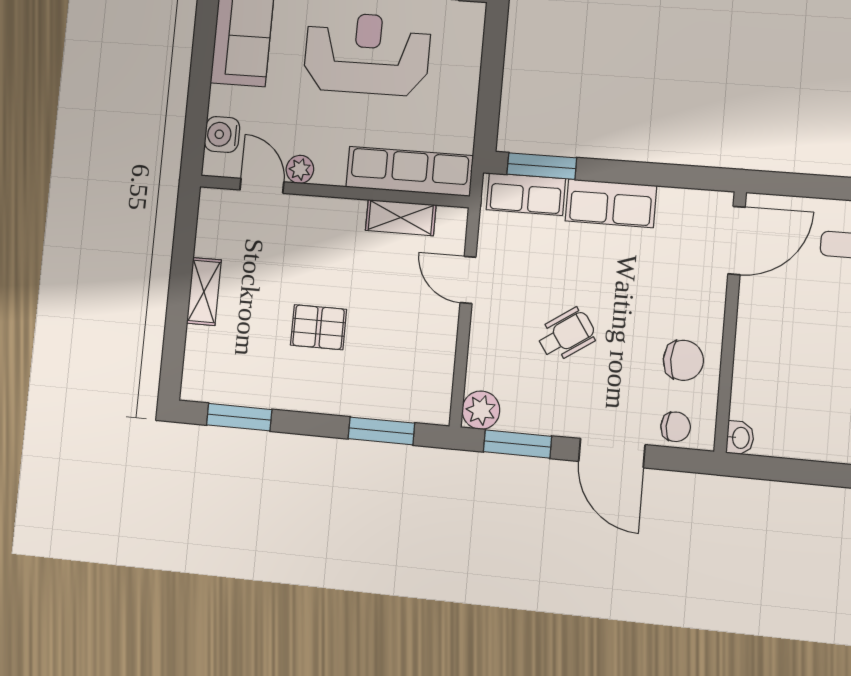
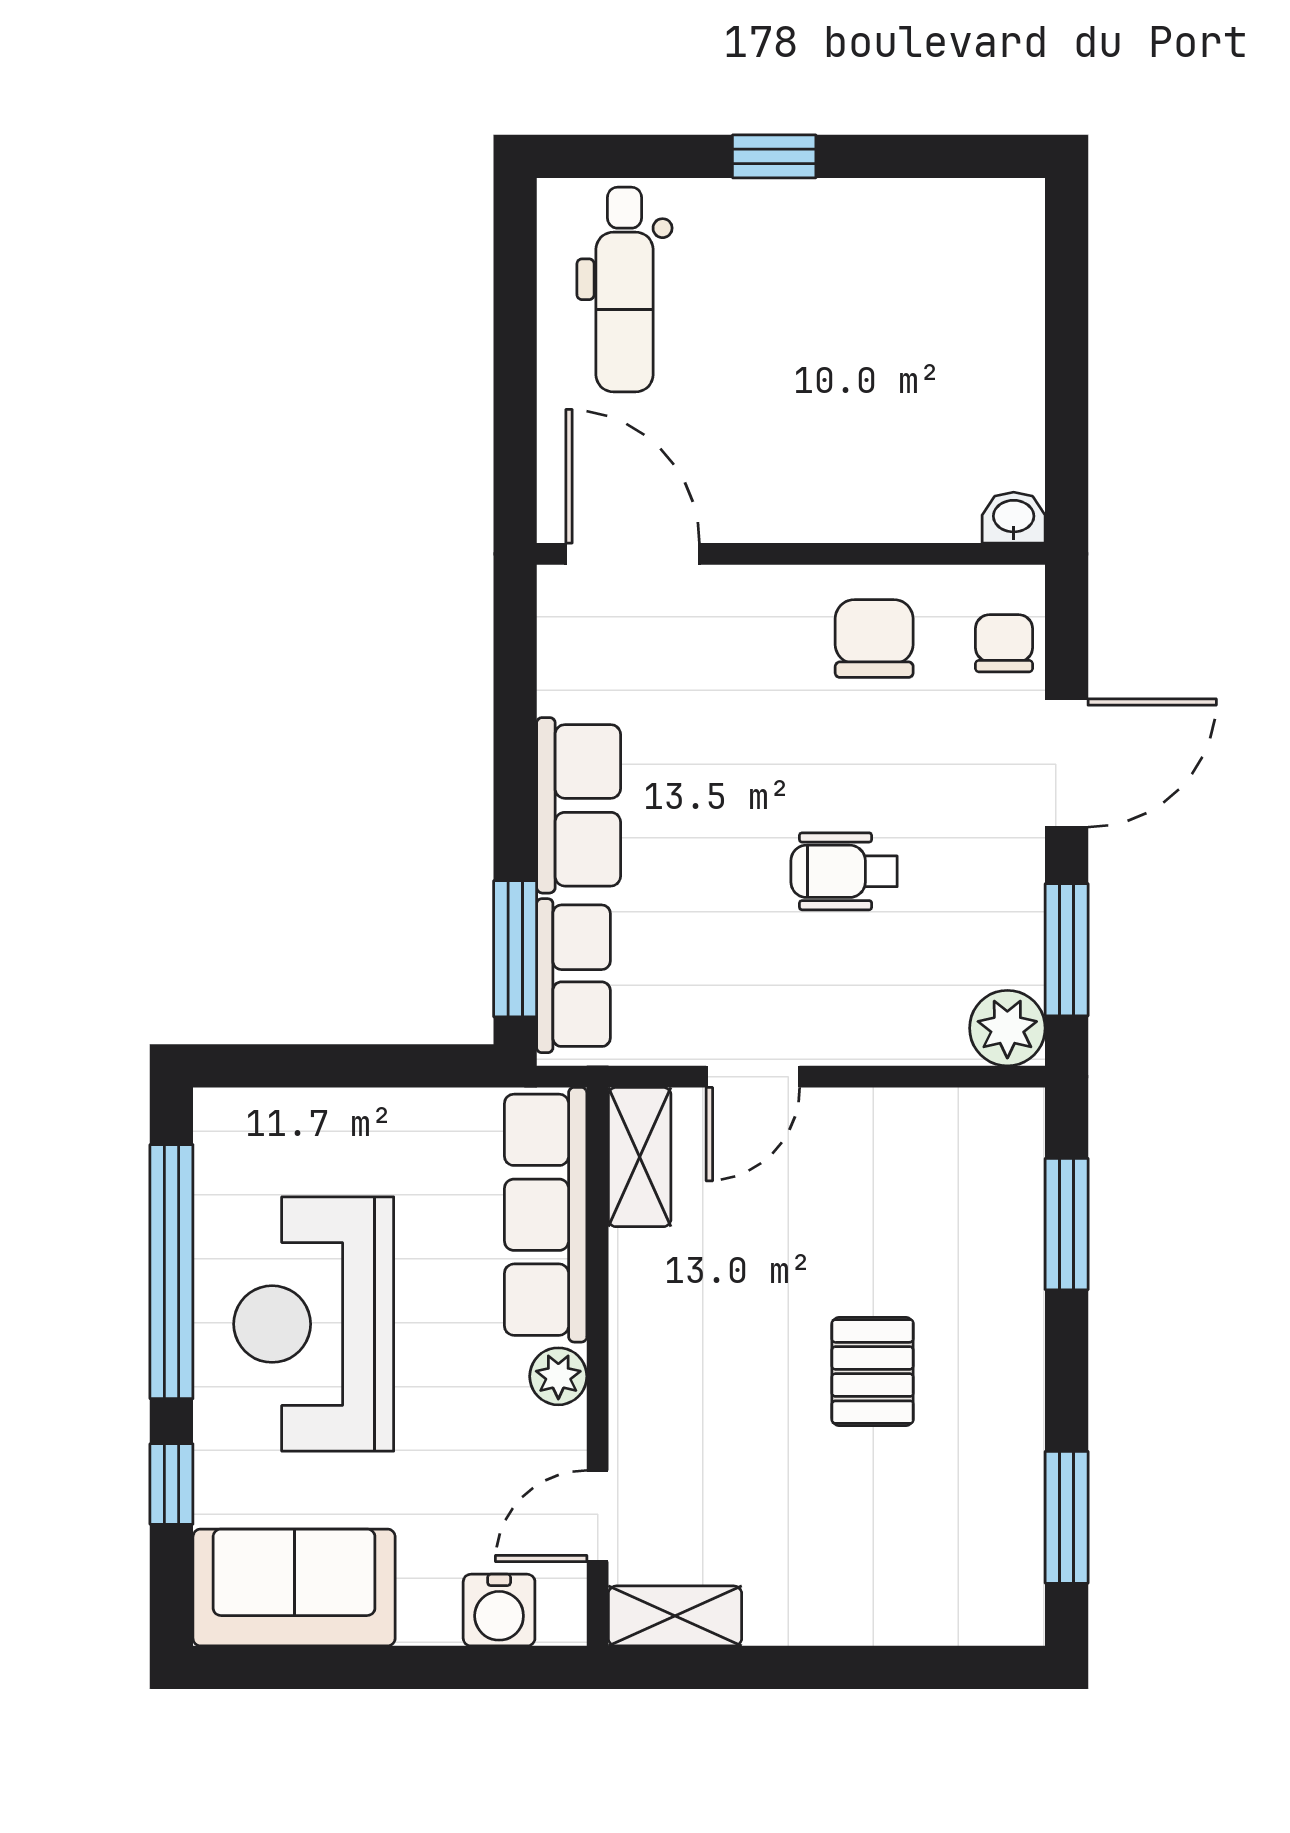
plant: (300, 169) -> (558, 1376), moved
shelving: (401, 218) -> (640, 1157), moved
shelving: (204, 291) -> (675, 1616), moved
wheelchair: (566, 335) -> (844, 871), turned -56

